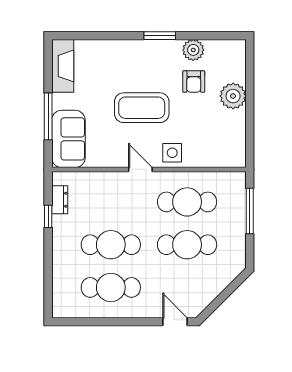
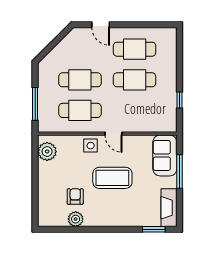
window: (160, 36) -> (154, 229), moved
plant: (233, 96) -> (47, 151), moved
dresser: (60, 200) -> (171, 112), removed
door: (175, 322) -> (101, 25), moved

